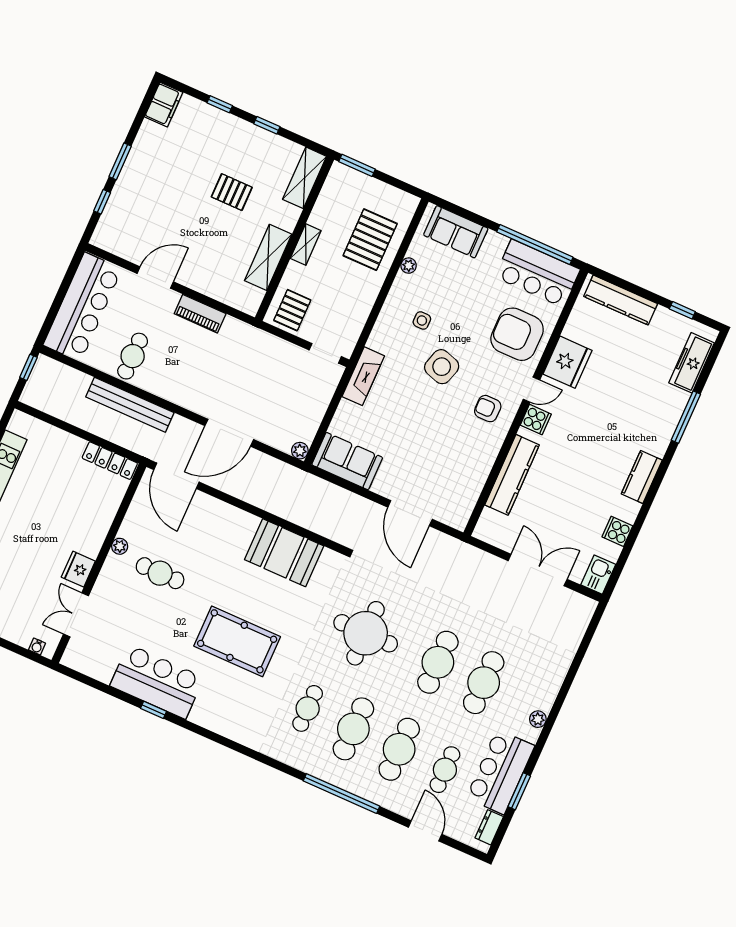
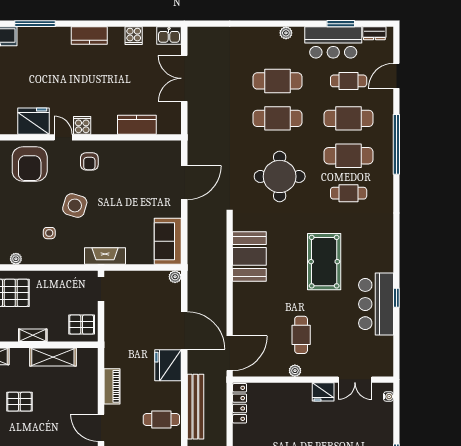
pallet: (232, 192) -> (19, 402), turned 90
fridge: (195, 394) -> (168, 365), added
kitchen counter: (512, 475) -> (137, 125), width x0.67

